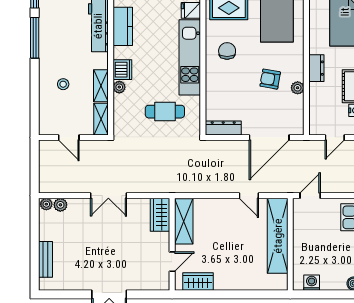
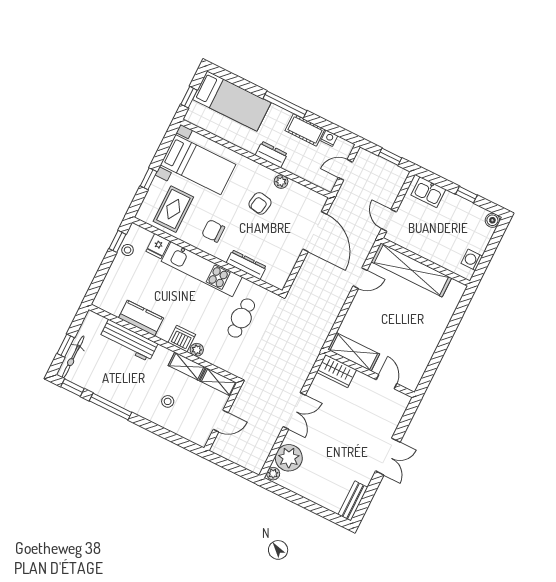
dresser: (223, 128) -> (246, 265), moved, turned 90
door: (335, 137) -> (345, 170), swing flipped
plant: (60, 205) -> (289, 458), width x1.88, depth x1.88
bench: (46, 259) -> (353, 501), moved, turned 90
wardrobe: (198, 281) -> (417, 366), removed

